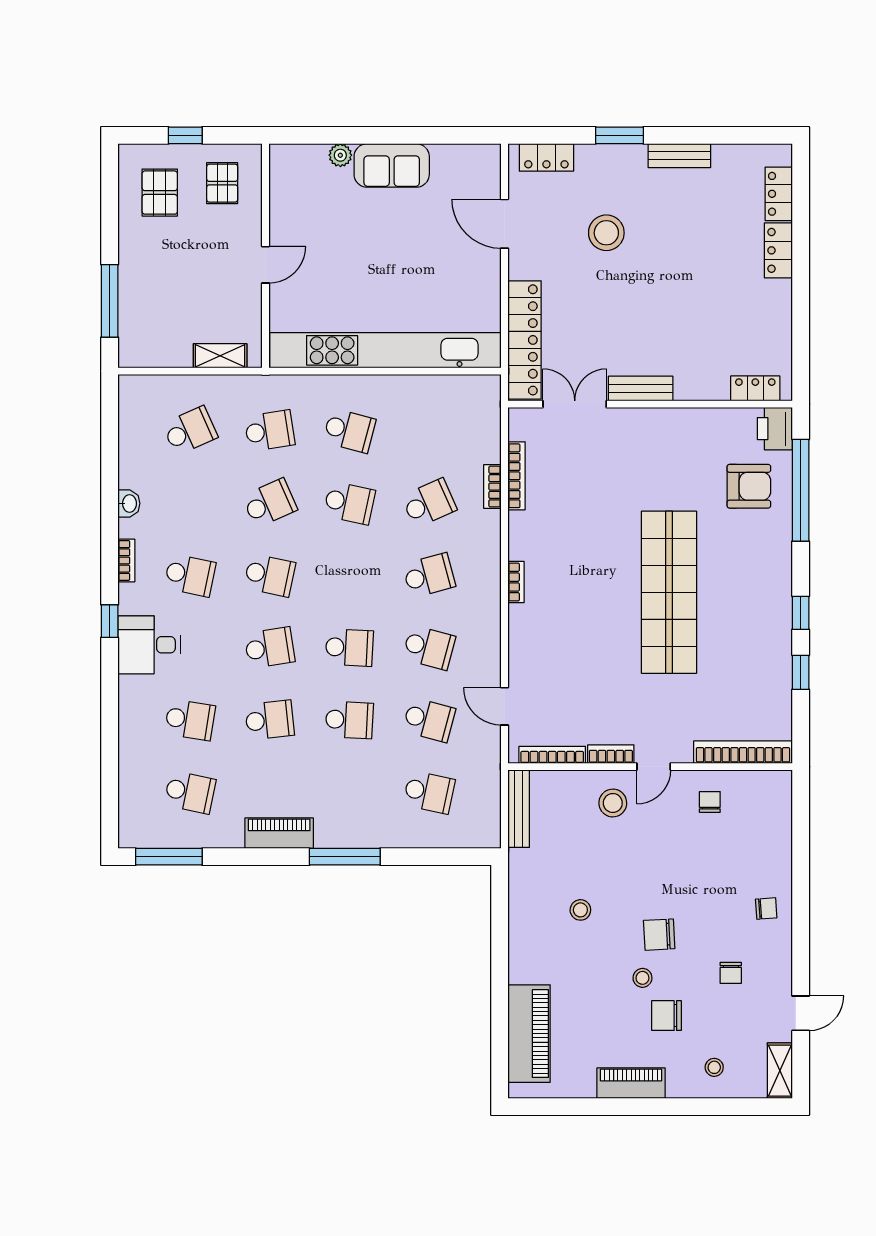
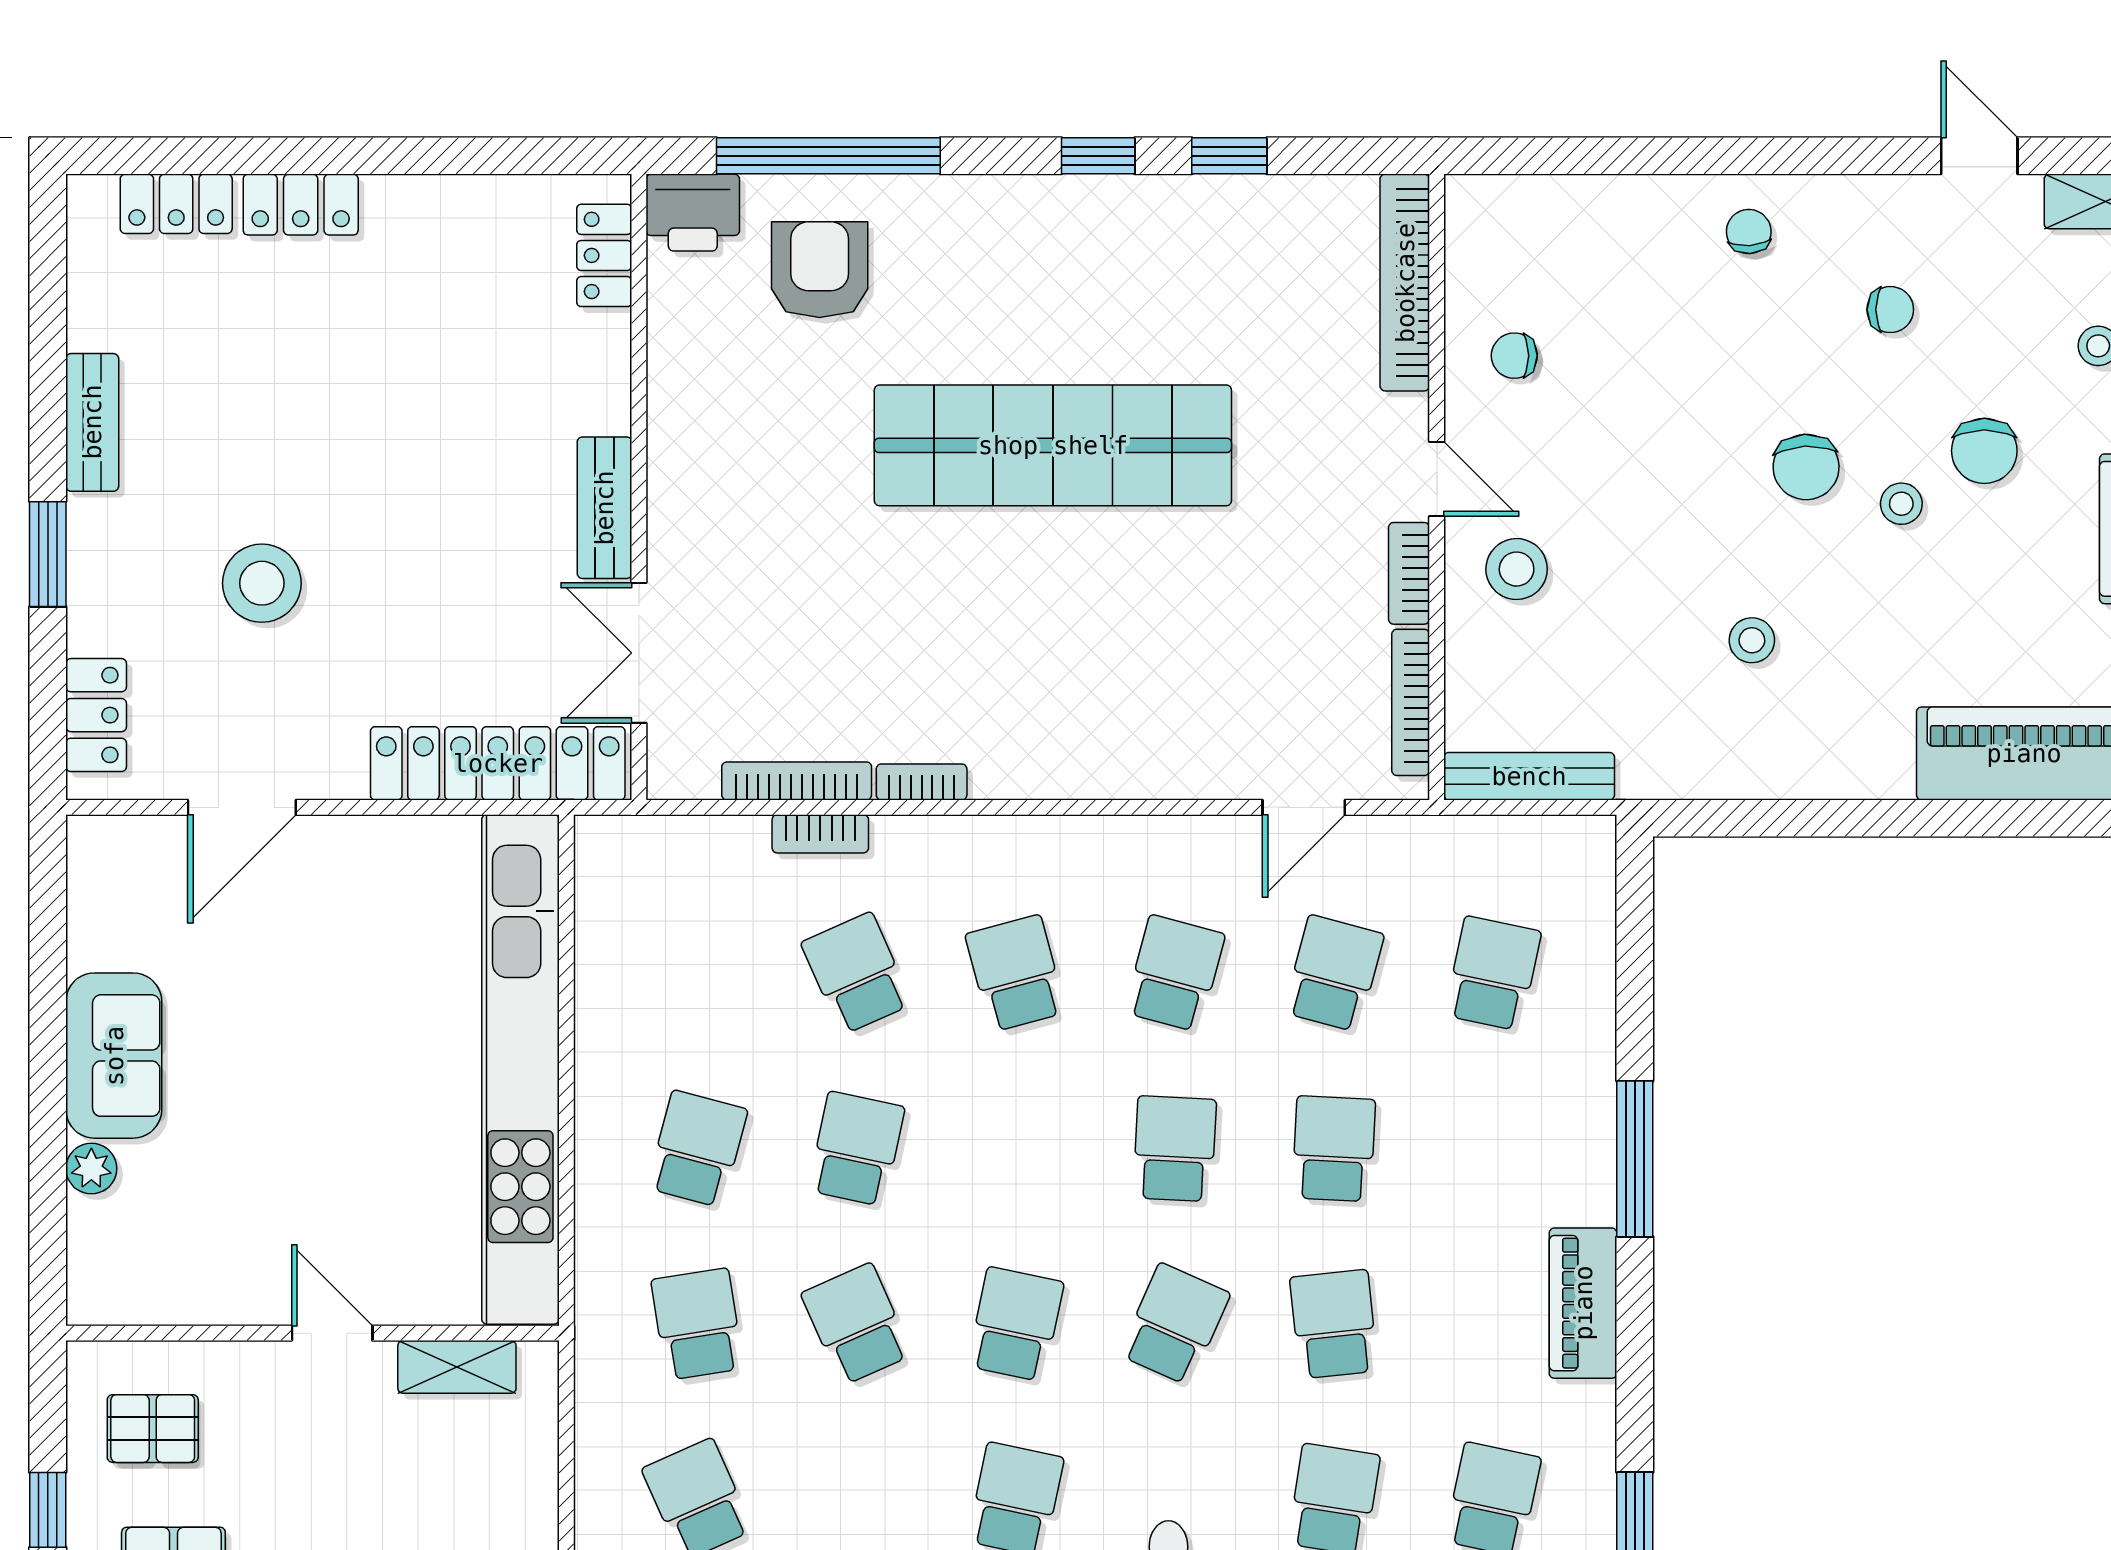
shelving: (220, 356) -> (457, 1367), moved, turned 90
bookcase: (516, 582) -> (922, 782), moved
school desk: (270, 648) -> (1175, 1324), turned 33

